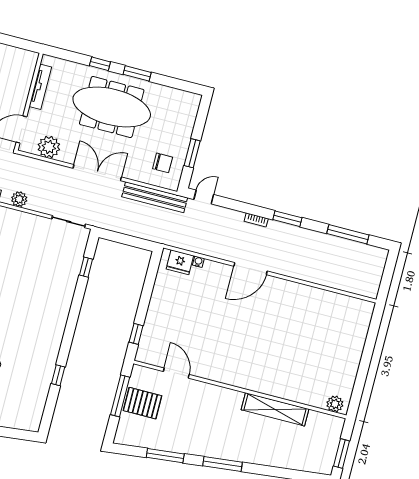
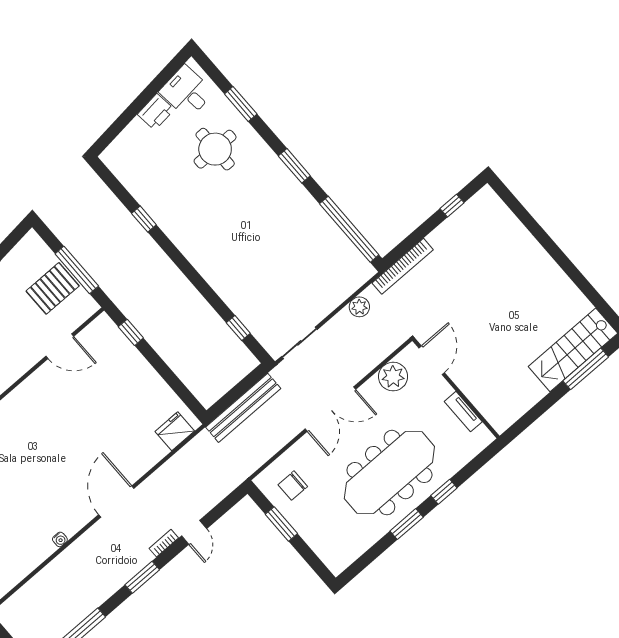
tv unit: (40, 87) -> (463, 412), width x0.71
bench: (155, 197) -> (243, 408), moved
door: (204, 197) -> (194, 532), moved
water cooler: (198, 262) -> (60, 539), moved

